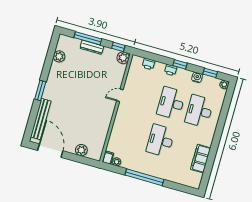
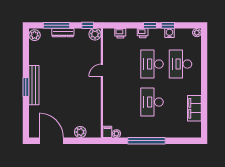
plant: (59, 56) -> (35, 35), moved
window: (210, 73) -> (168, 25), moved
bench: (41, 119) -> (34, 85), moved

